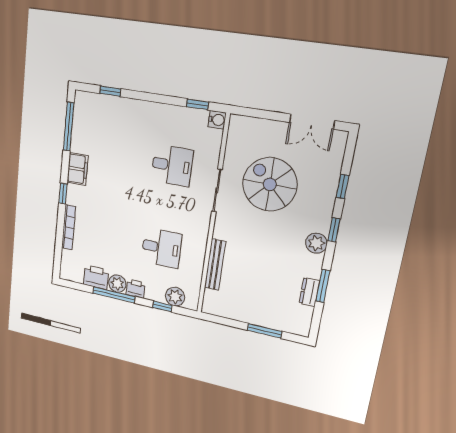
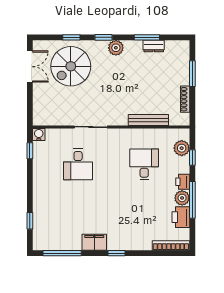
desk: (172, 165) -> (78, 164), turned 180
spiral stairs: (270, 184) -> (71, 66), moved
bookcase: (69, 227) -> (171, 246), moved
shoe rack: (234, 315) -> (185, 99), added

